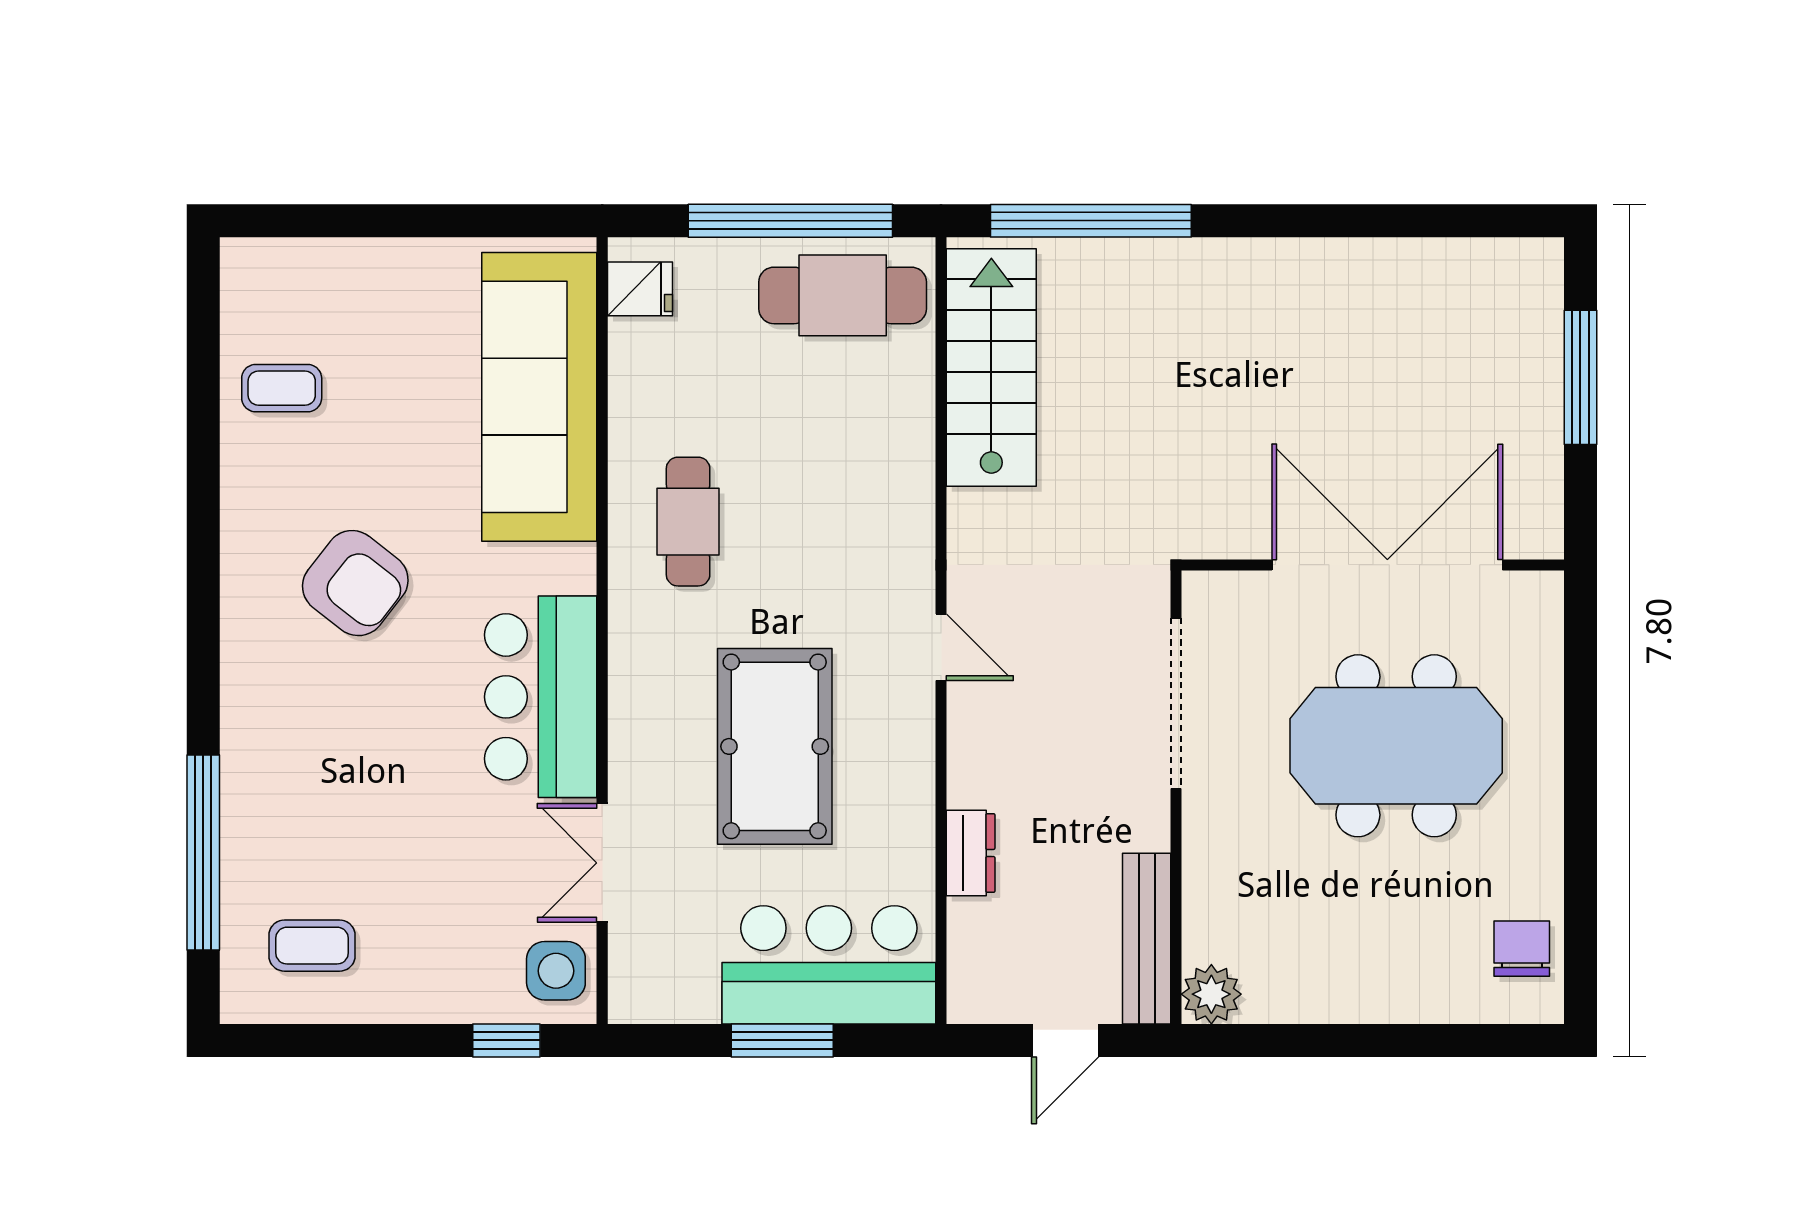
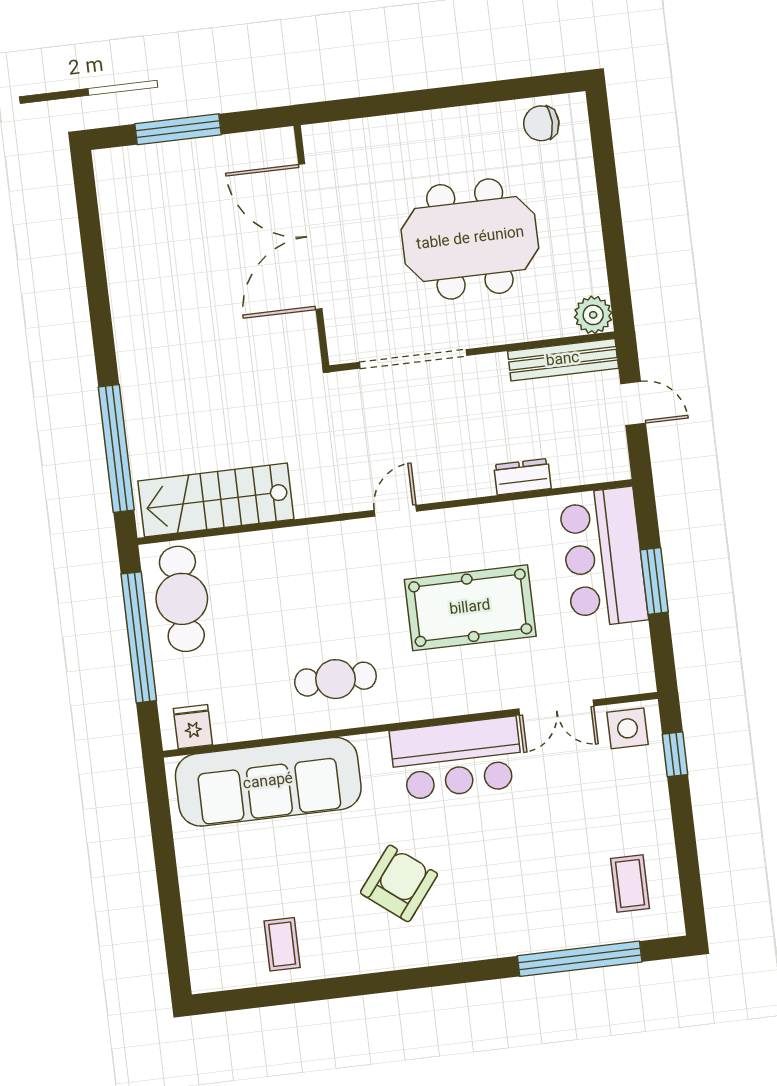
meeting table: (1396, 746) -> (470, 239), moved, turned 90

